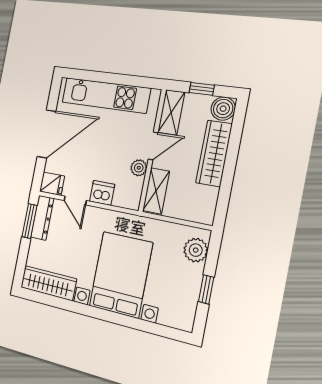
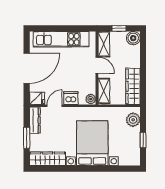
door: (153, 146) -> (97, 65), hinge flipped
wardrobe: (214, 153) -> (133, 86), moved
plant: (139, 168) -> (91, 99), moved
door: (75, 201) -> (55, 106), swing flipped
window: (30, 221) -> (27, 138), moved

